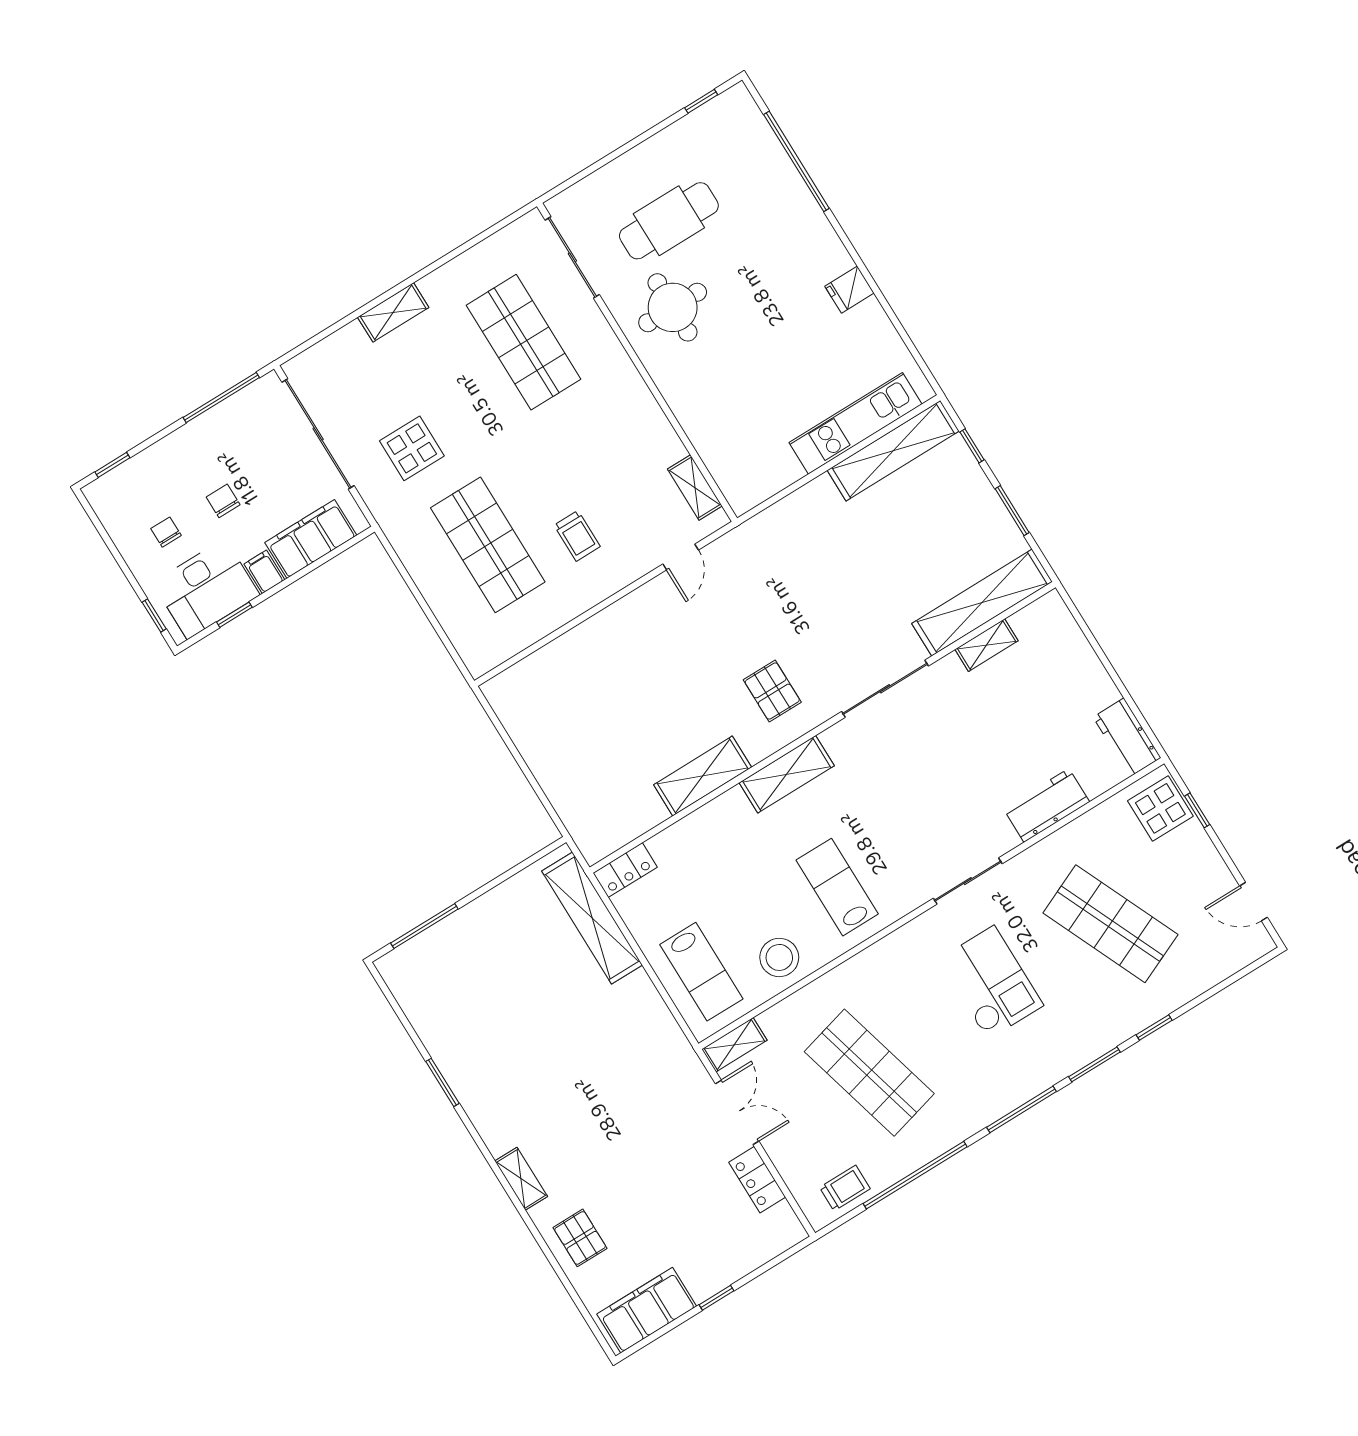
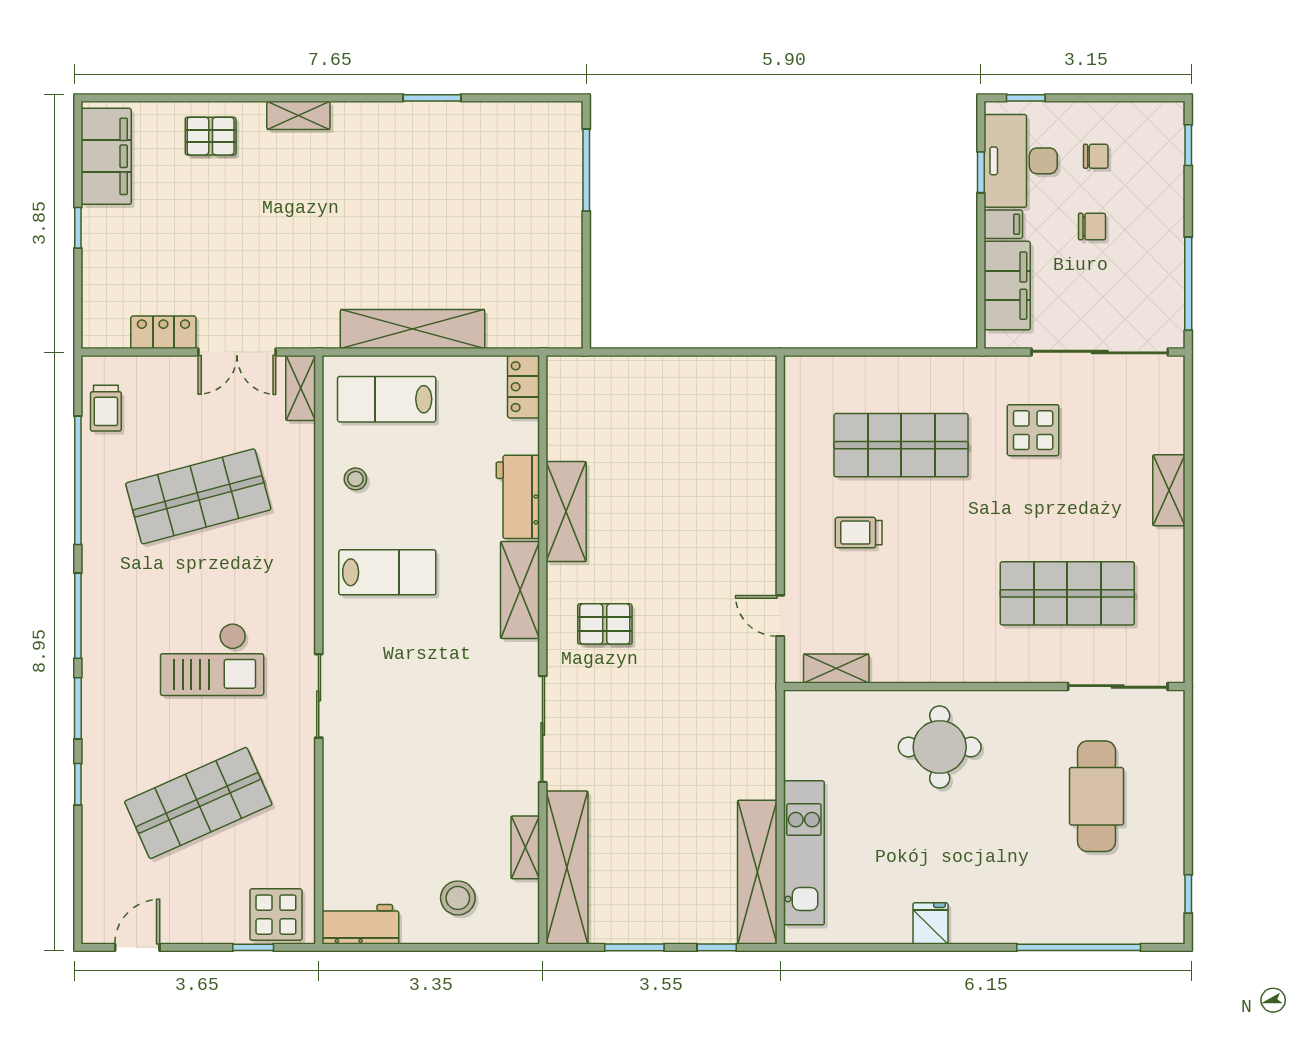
round table: (673, 307) -> (940, 747), moved
stool: (1059, 674) -> (458, 898), added
workbench: (1046, 805) -> (518, 497), moved, turned 180
shelving: (592, 918) -> (413, 329), moved
stool: (779, 957) -> (355, 479), width x0.53, depth x0.53

